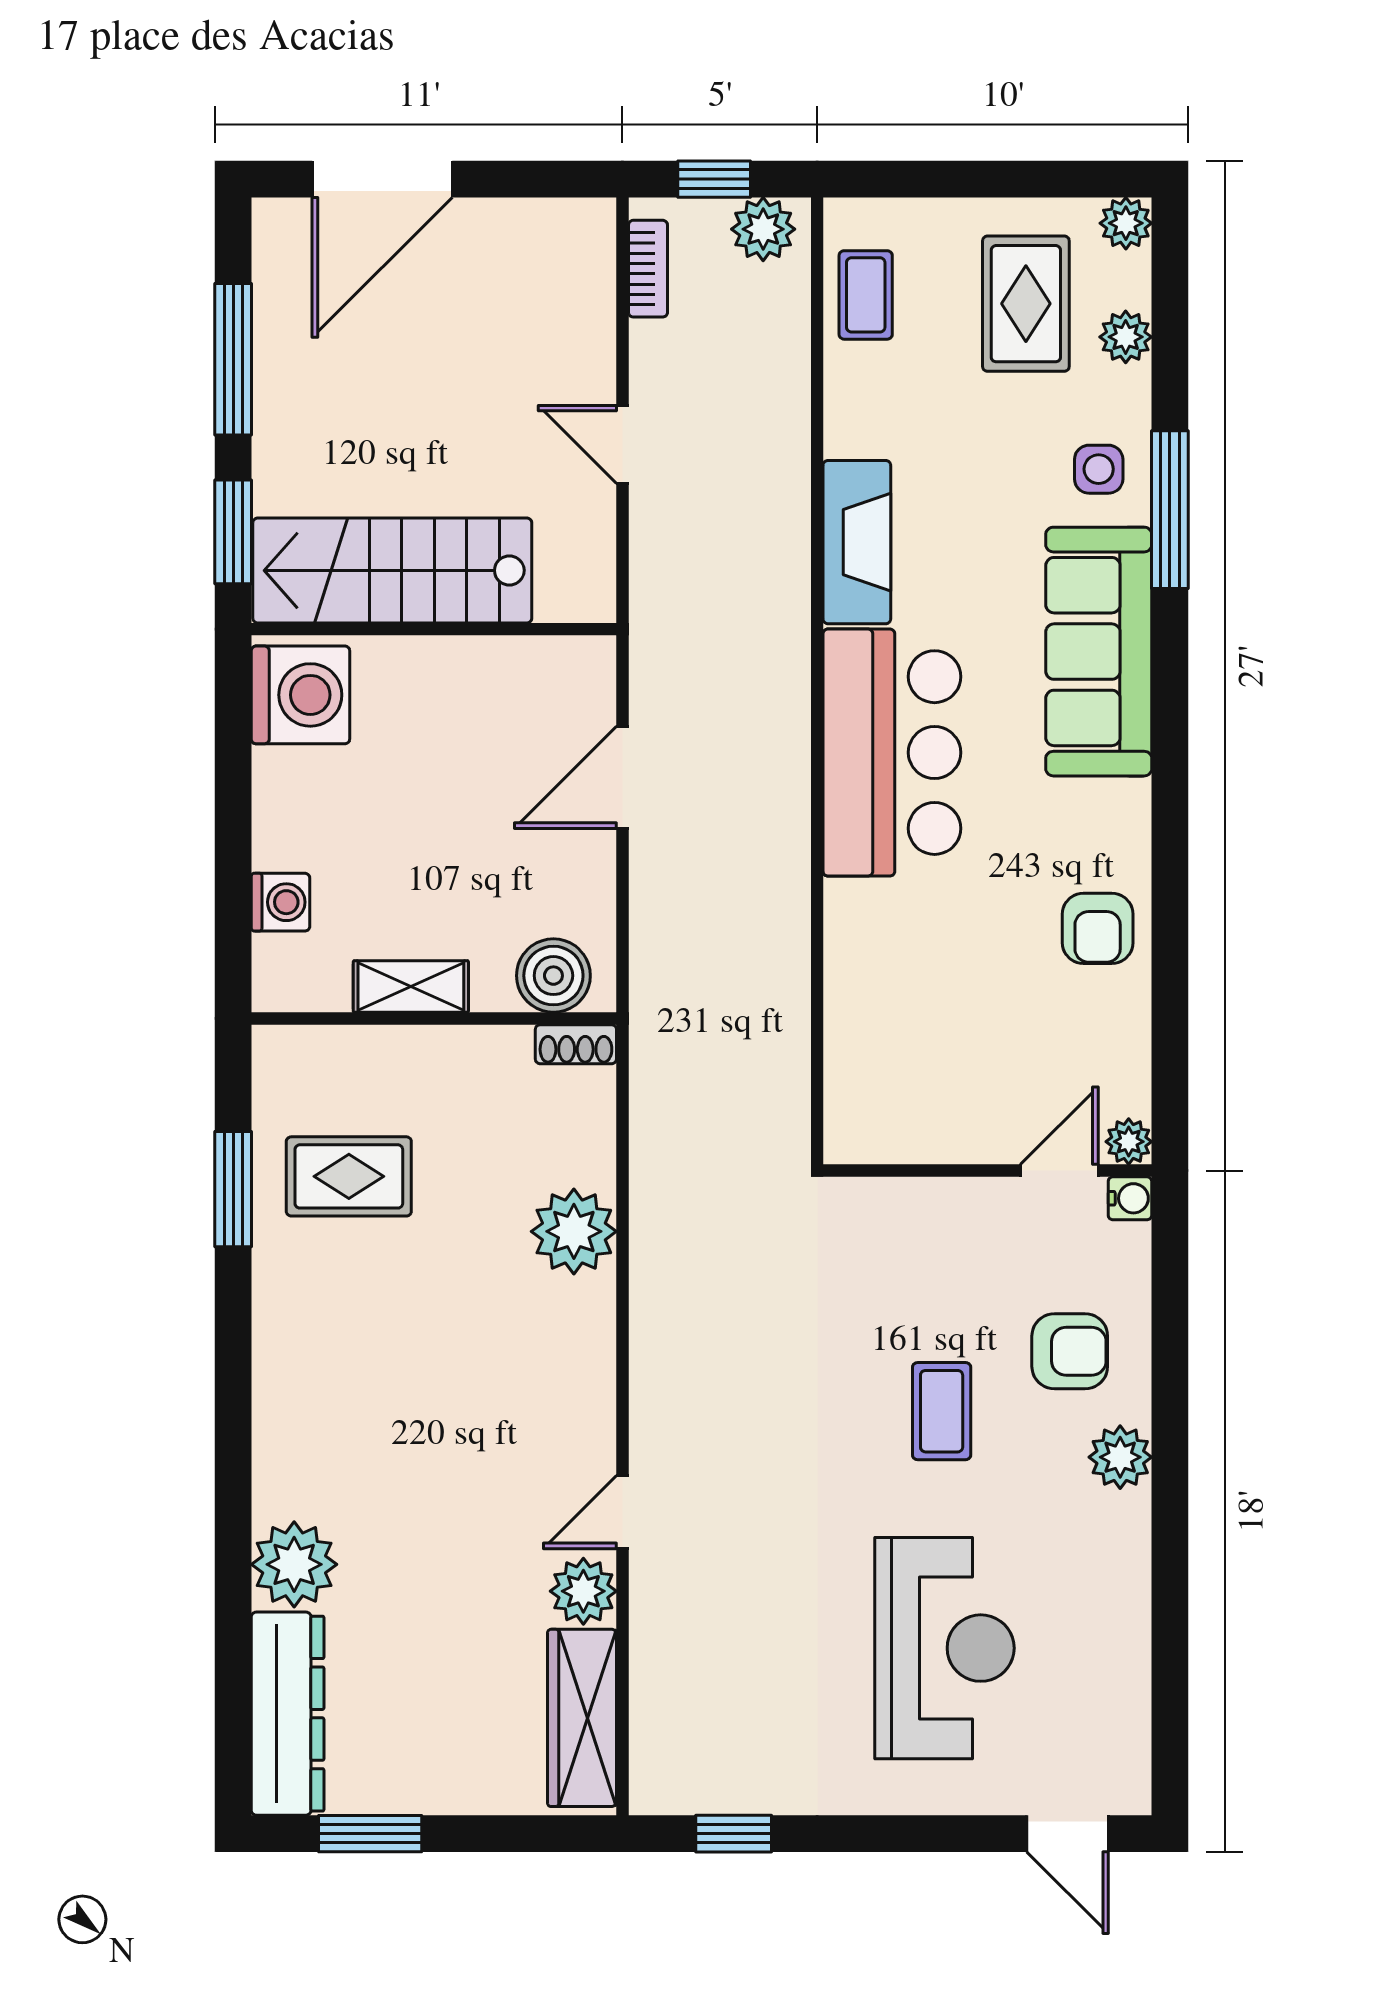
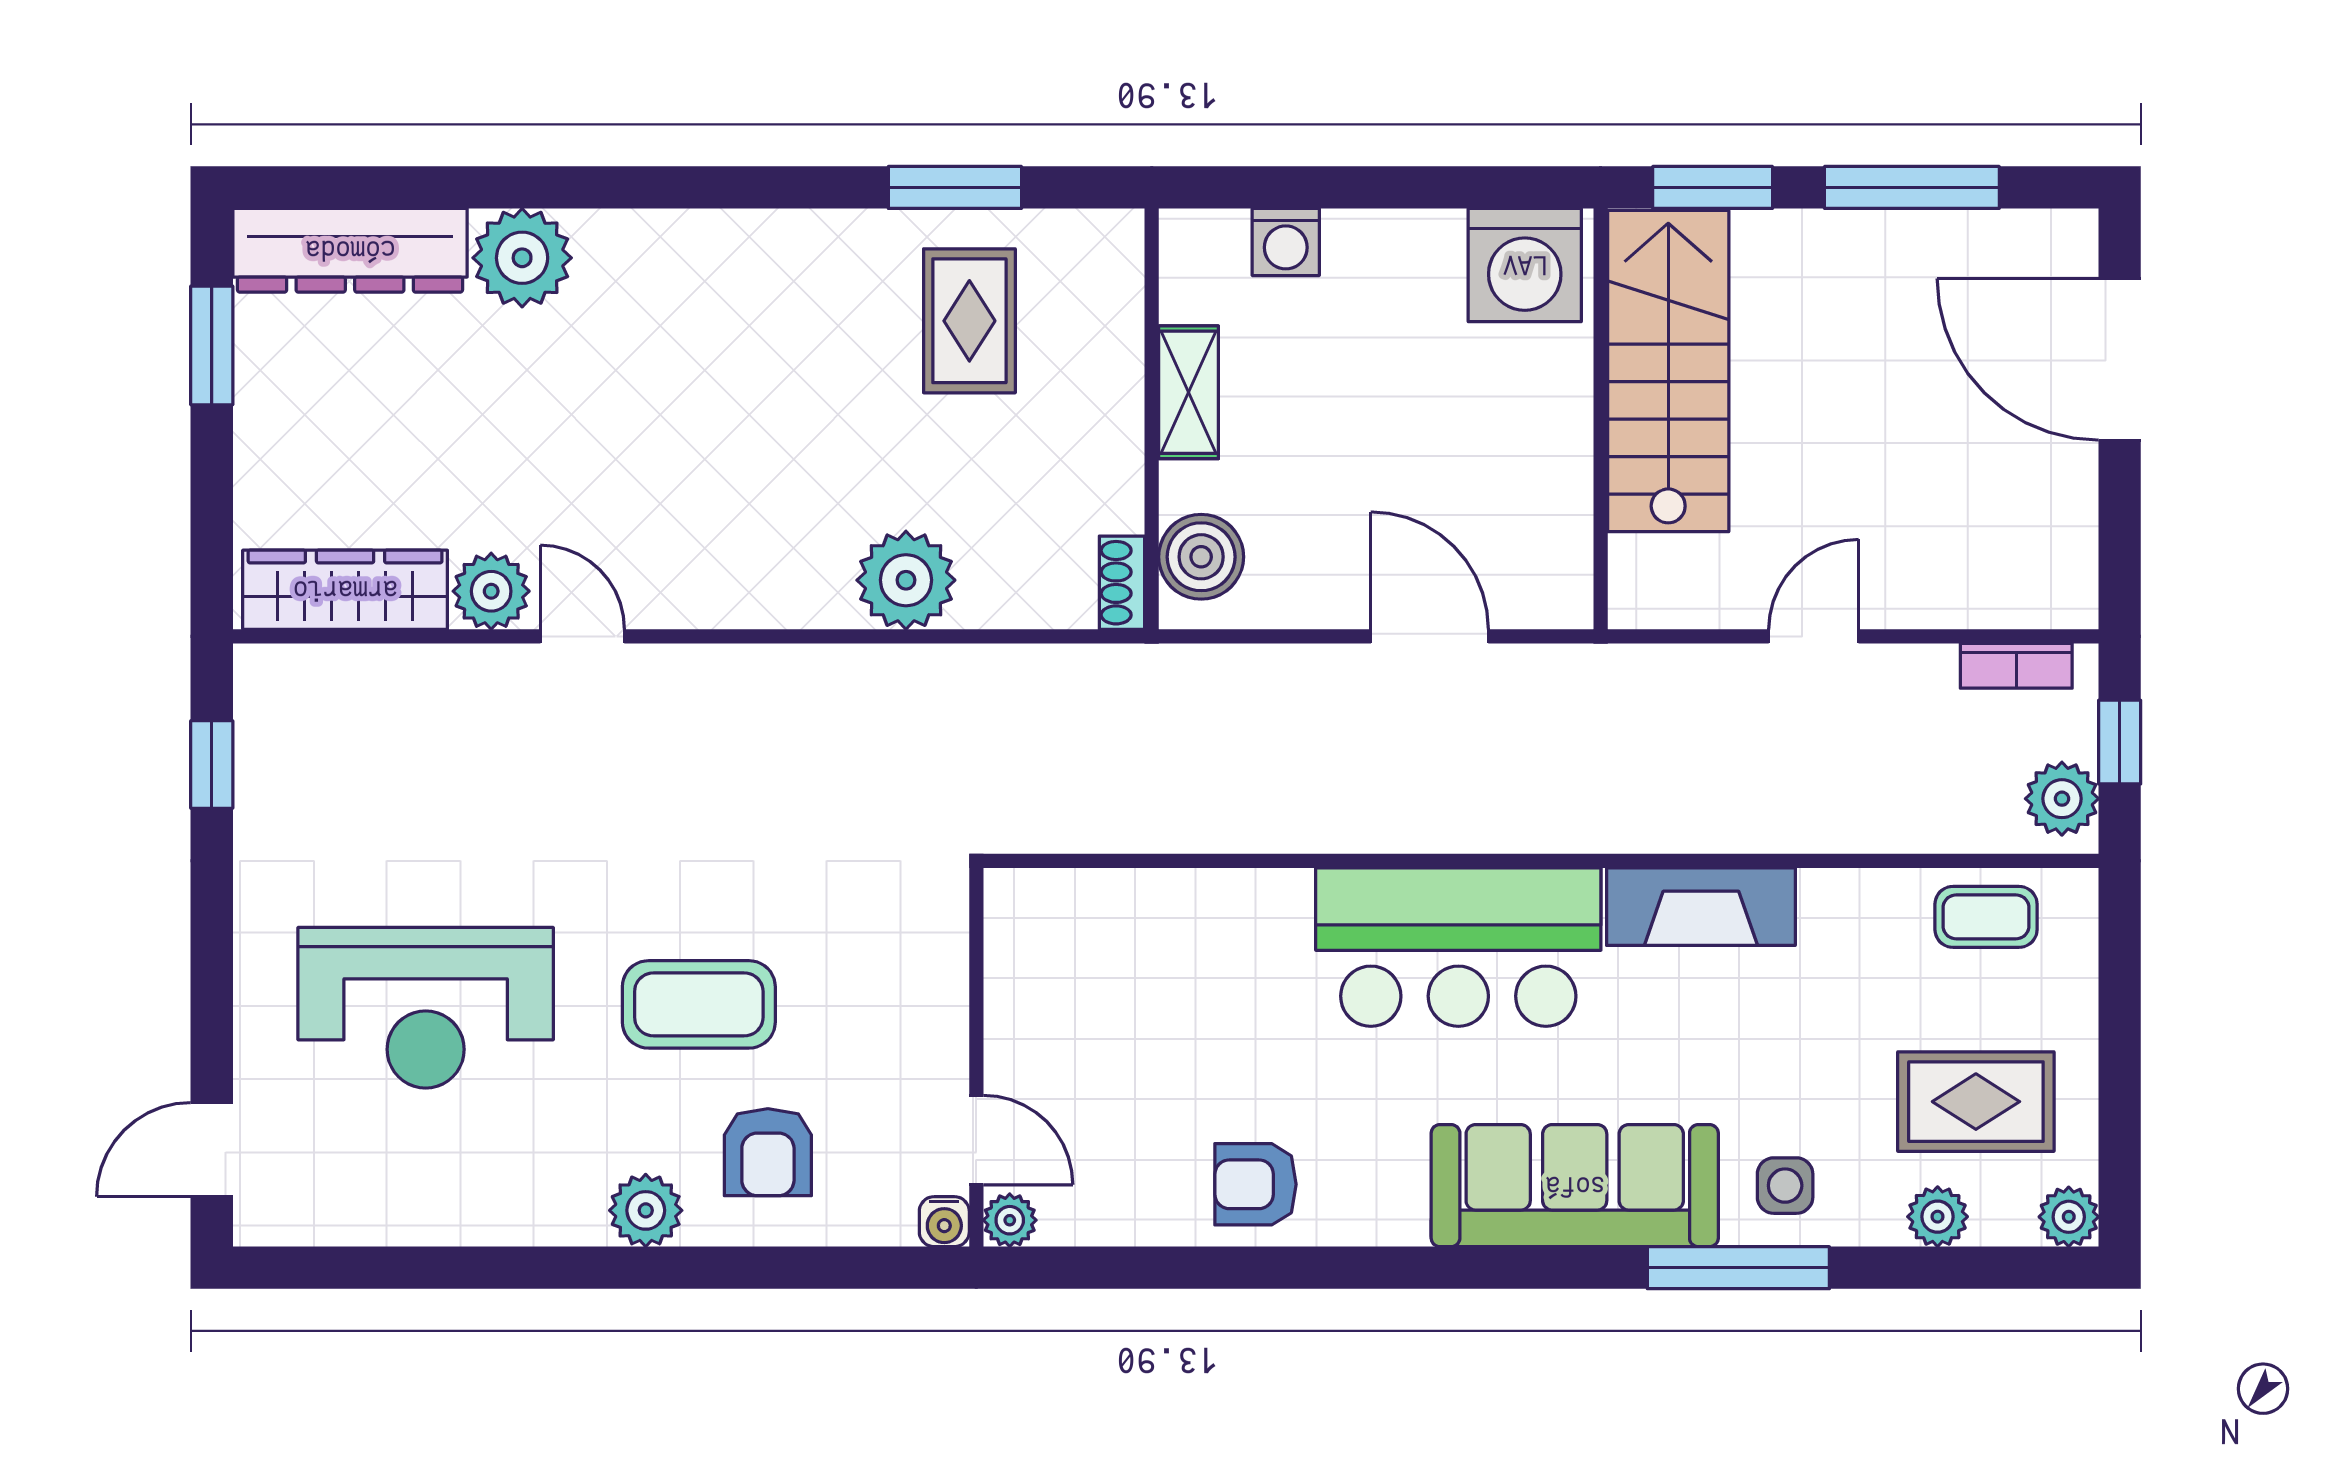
coffee table: (942, 1411) -> (699, 1004), width x1.36, depth x1.30

